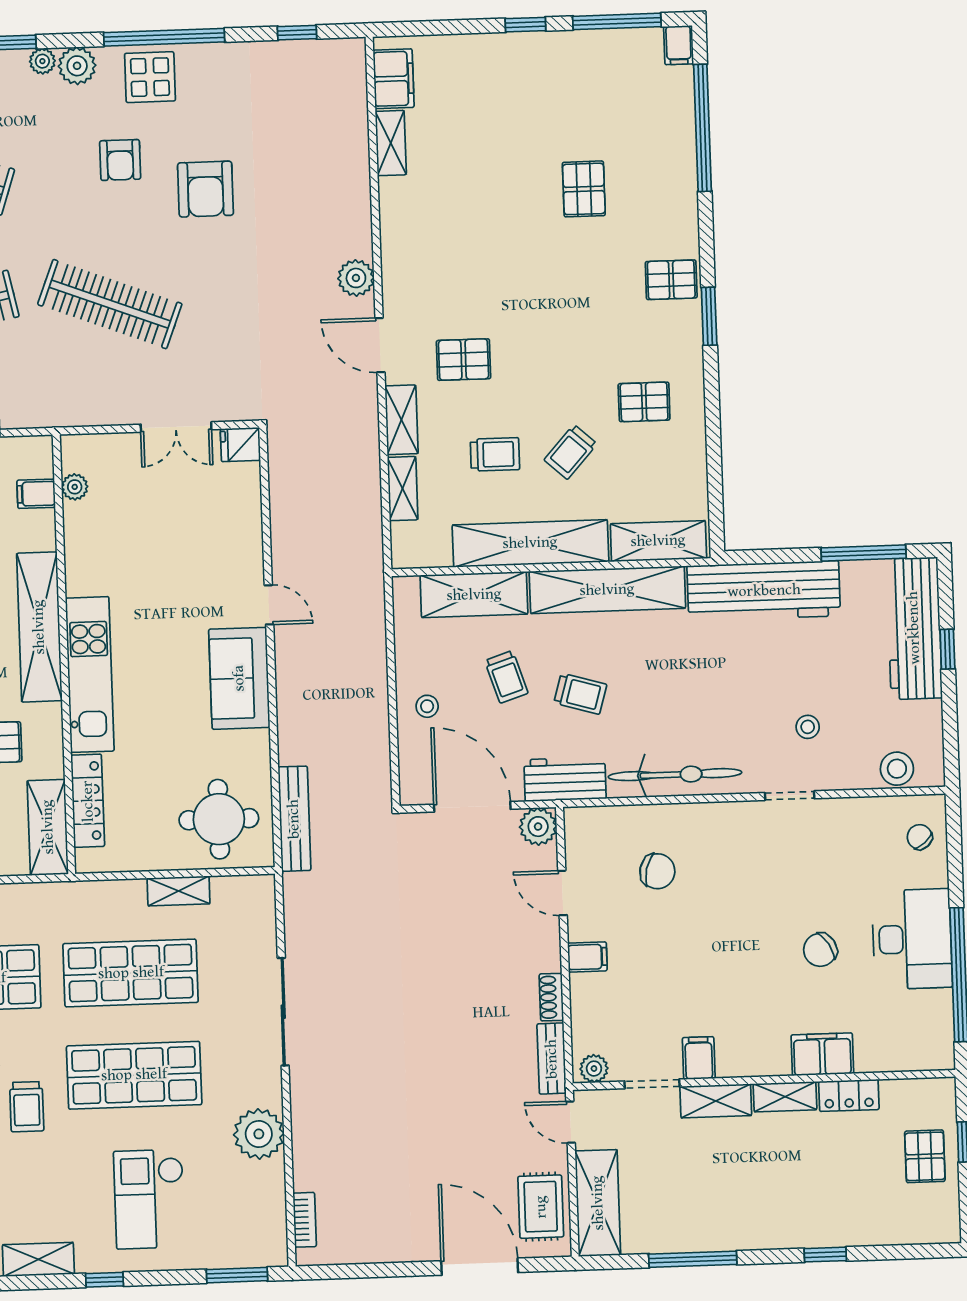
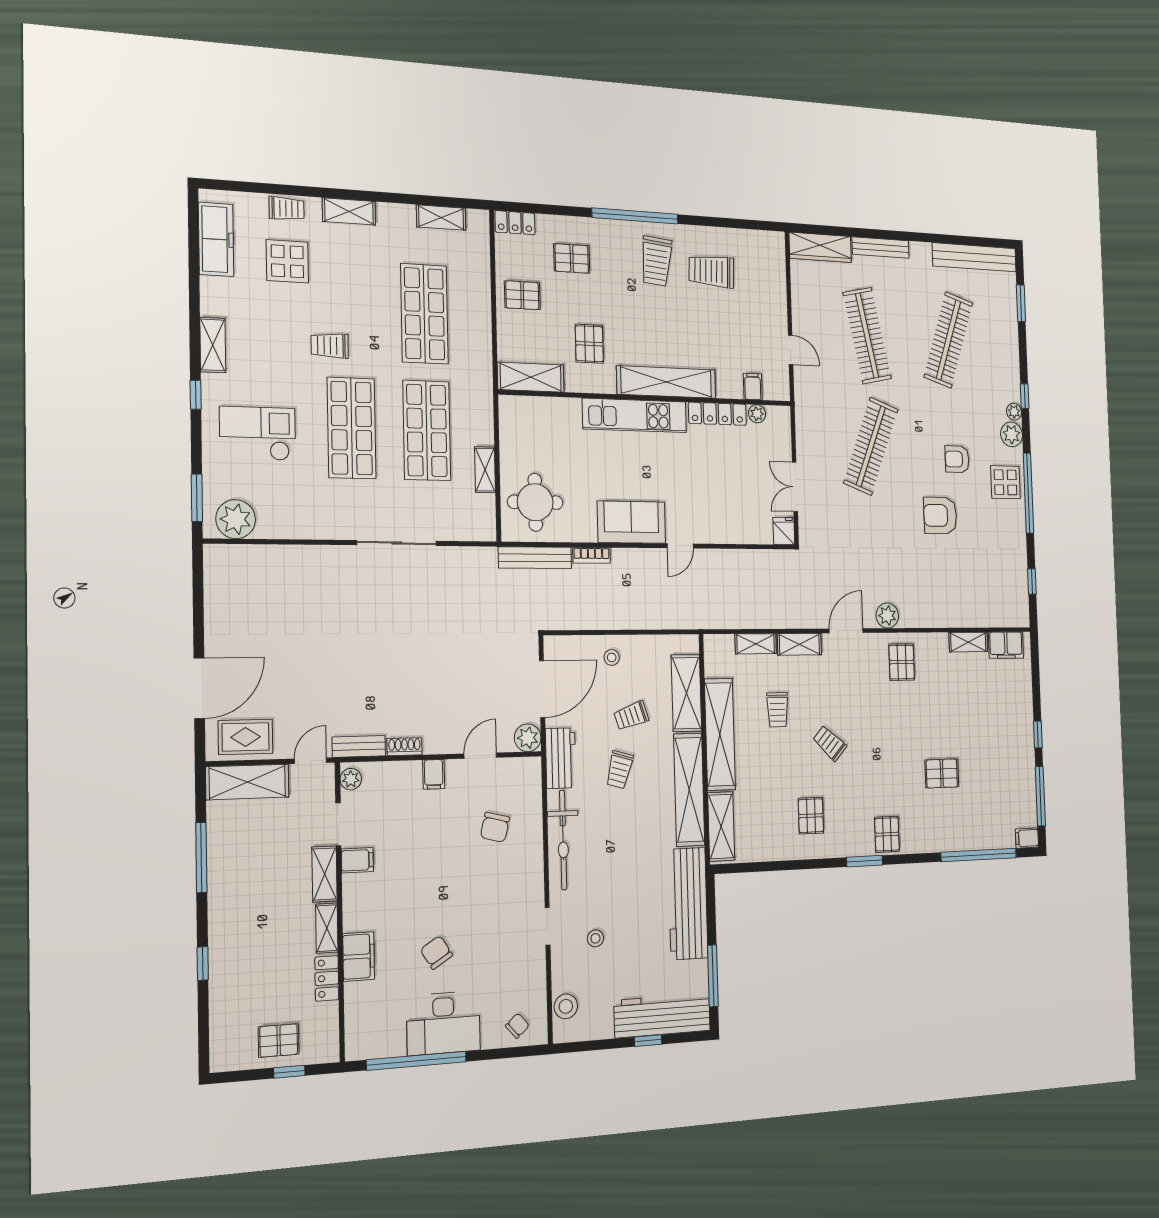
pallet: (464, 360) -> (902, 662), moved
trolley: (571, 452) -> (830, 743), moved
locker: (88, 801) -> (717, 414), moved
plant: (259, 1134) -> (236, 519), moved
bookcase: (305, 1220) -> (592, 555), moved

